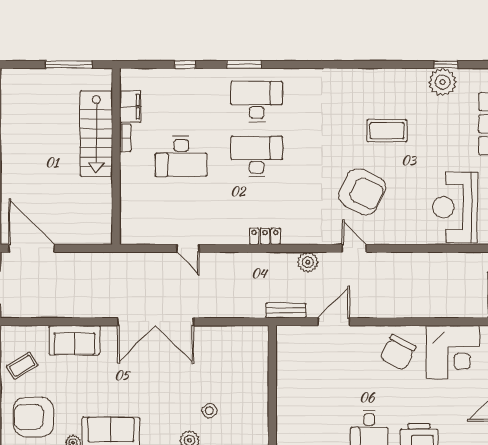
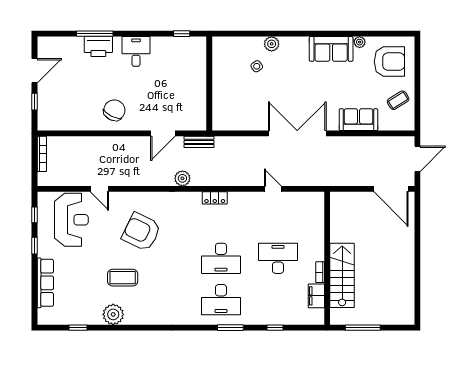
plant: (443, 82) -> (113, 314), moved
door: (354, 248) -> (99, 189), moved
corner desk: (453, 352) -> (73, 111), removed

